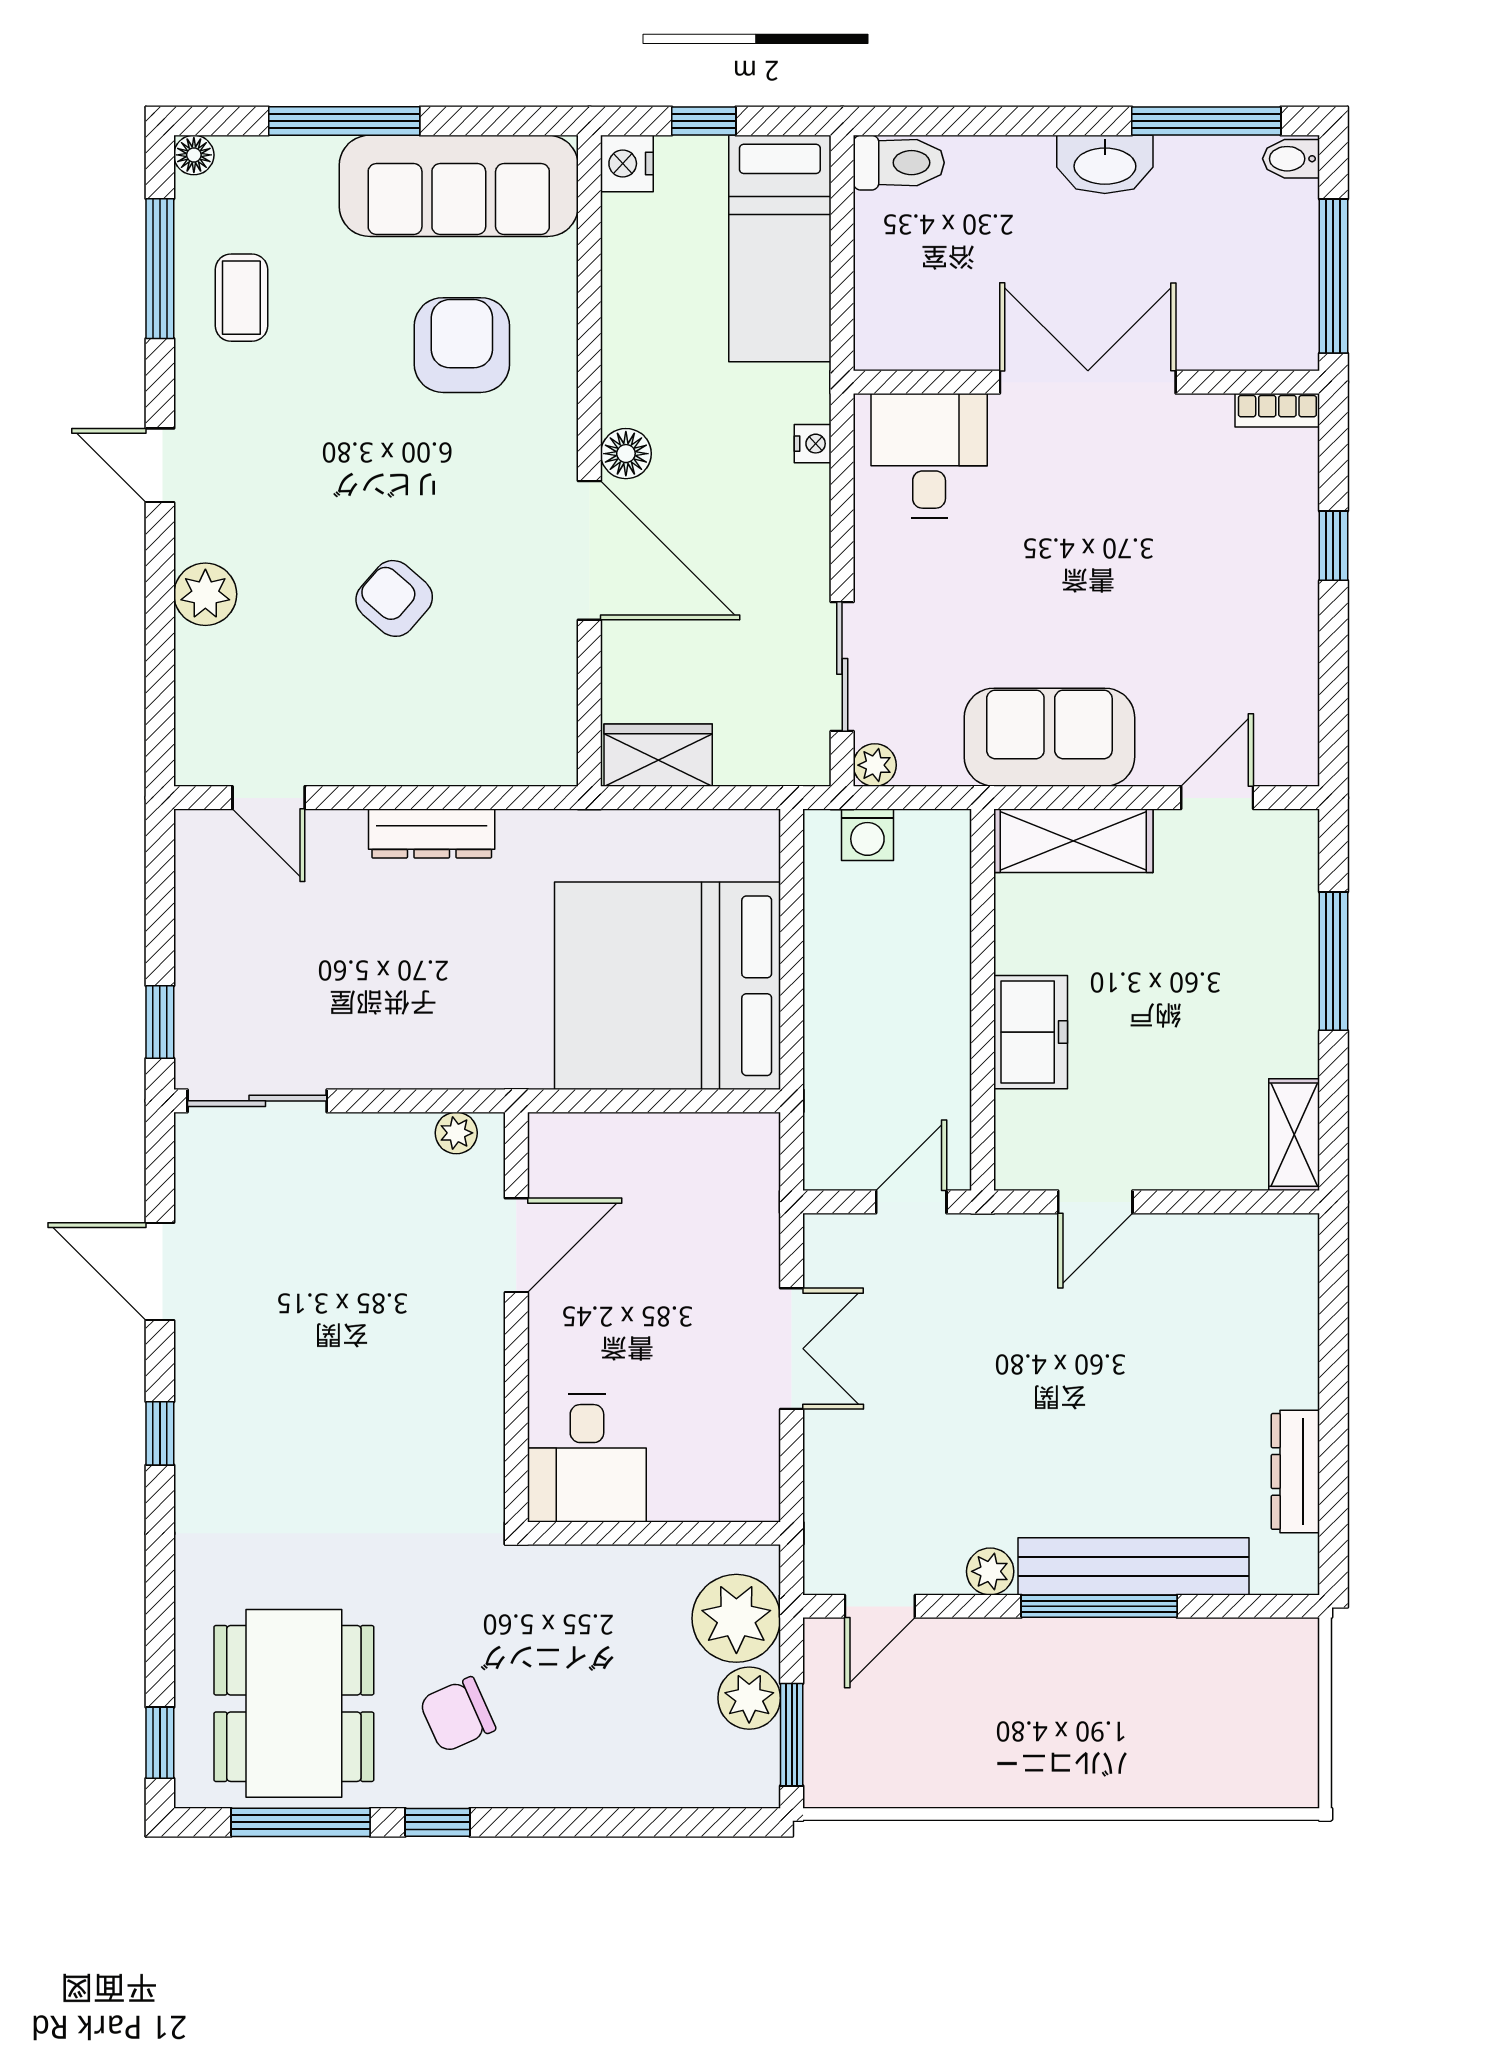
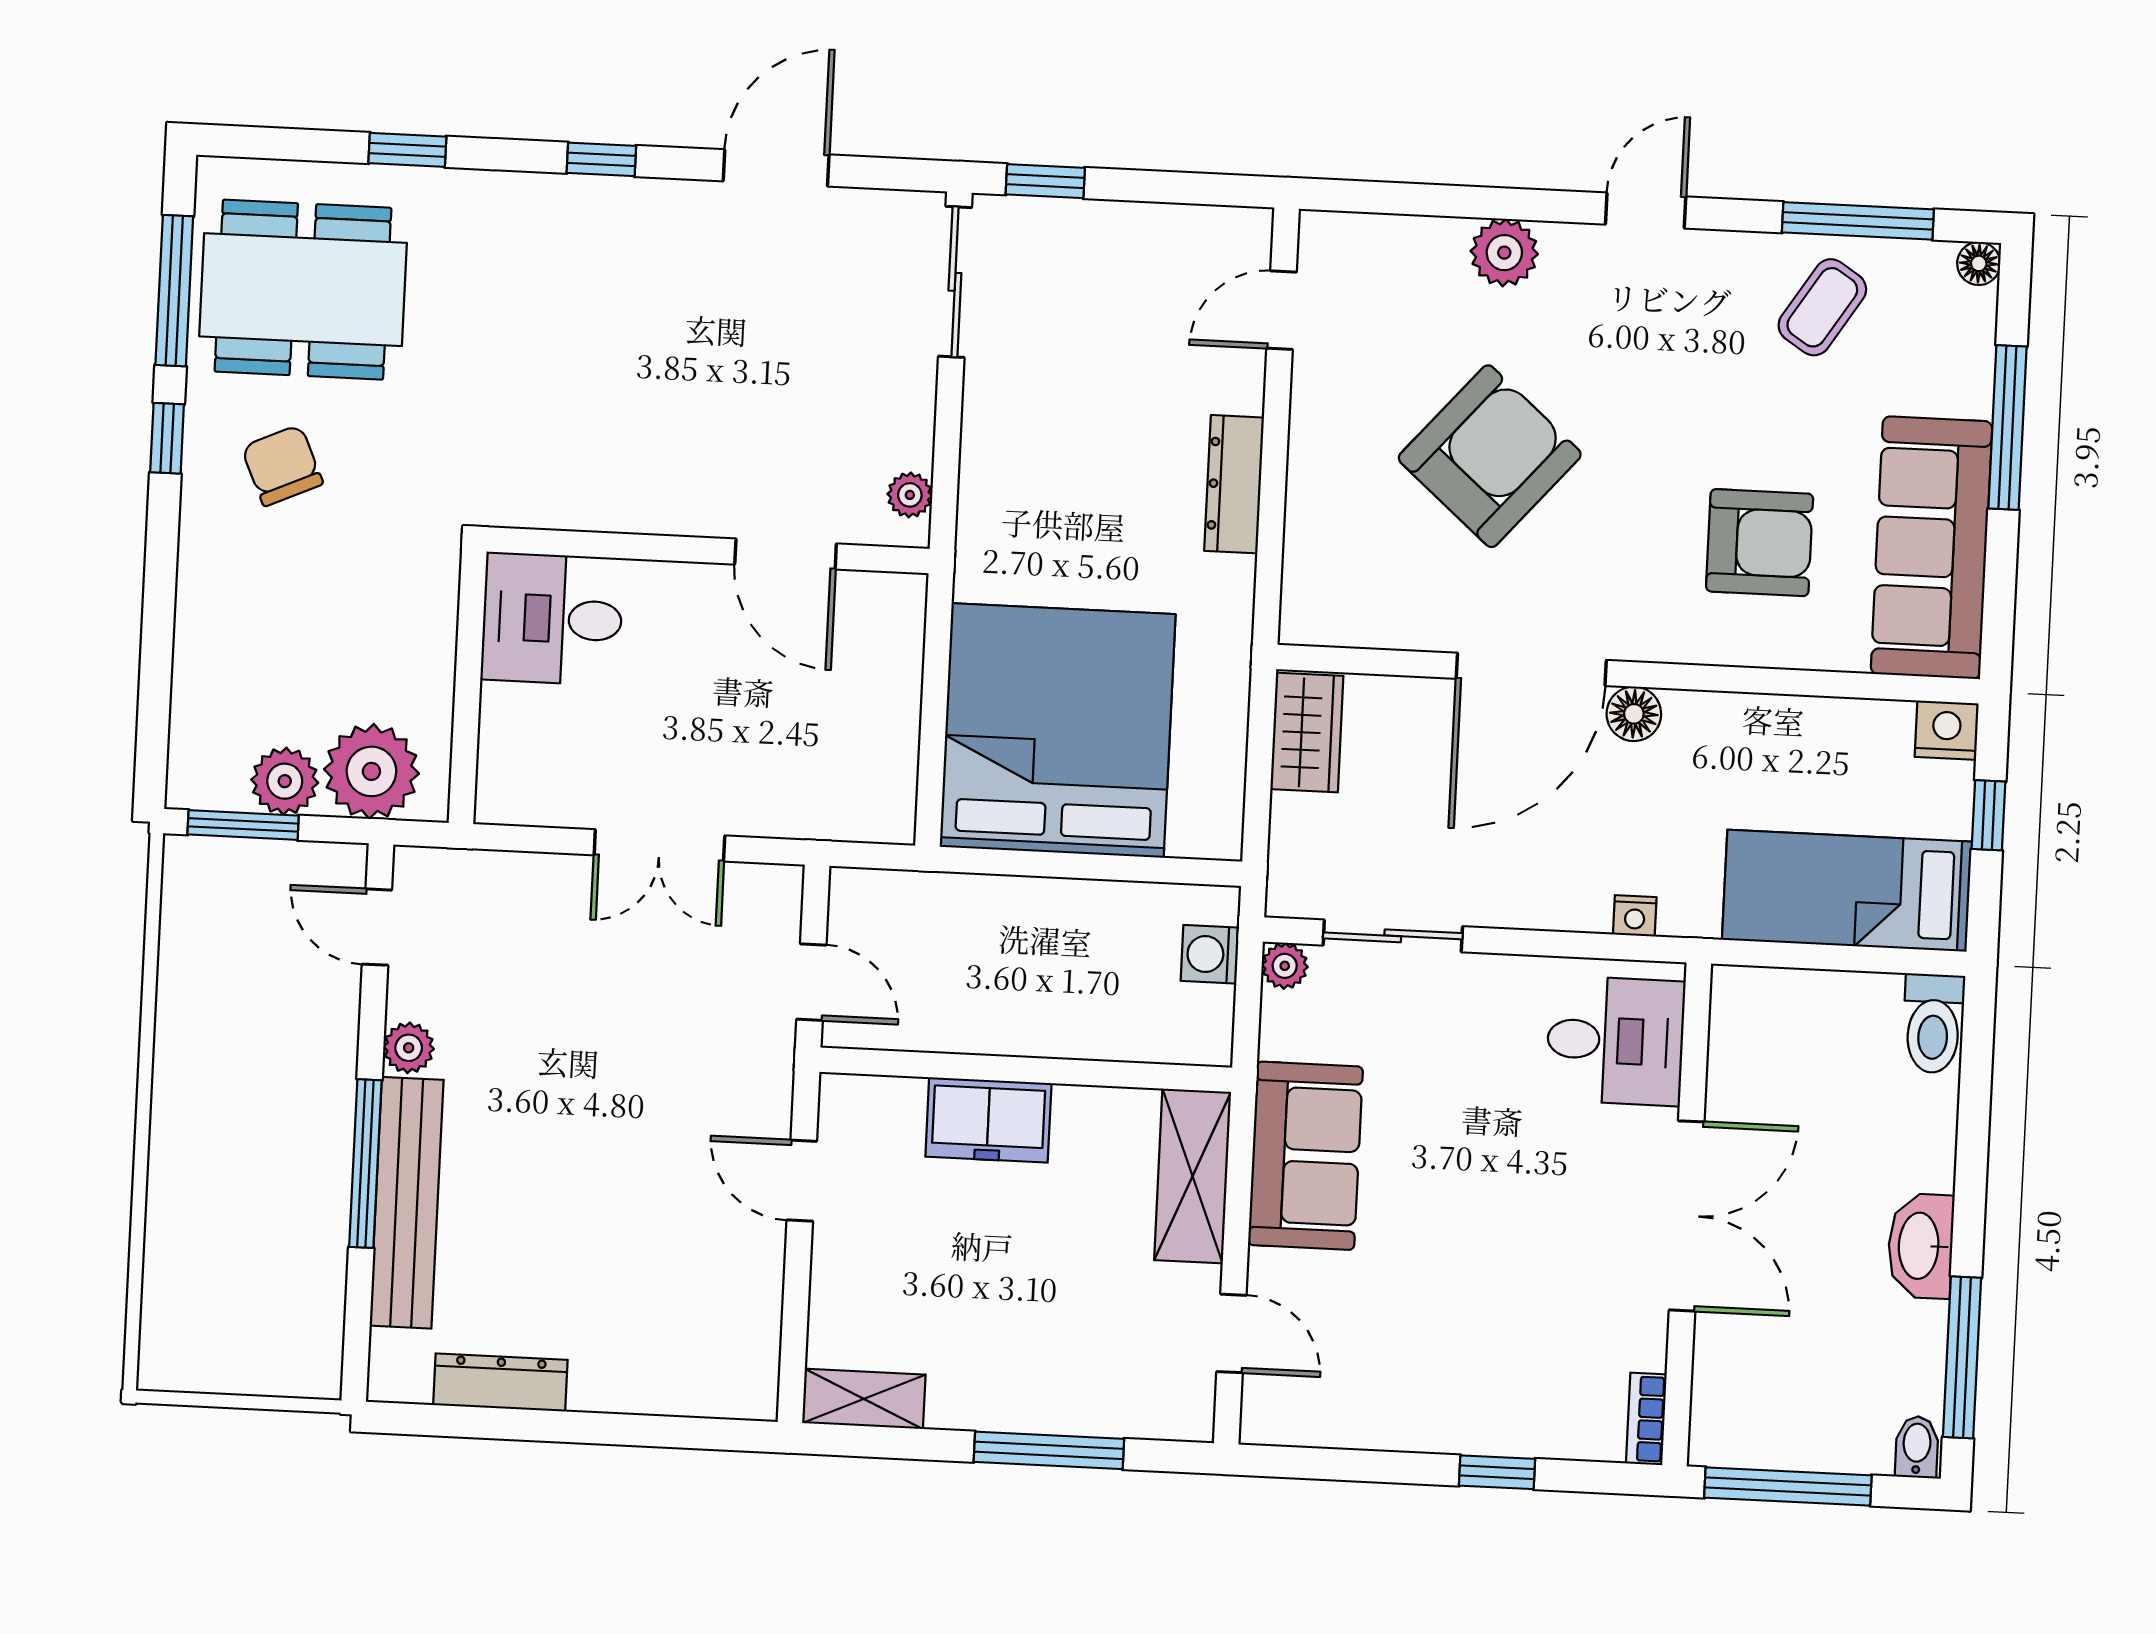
coffee table: (241, 298) -> (1822, 307), turned -57
armchair: (394, 598) -> (1490, 456), width x1.88, depth x1.88
window: (160, 1743) -> (407, 150), moved

